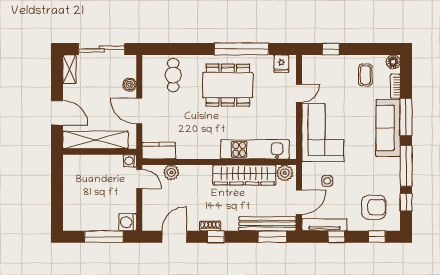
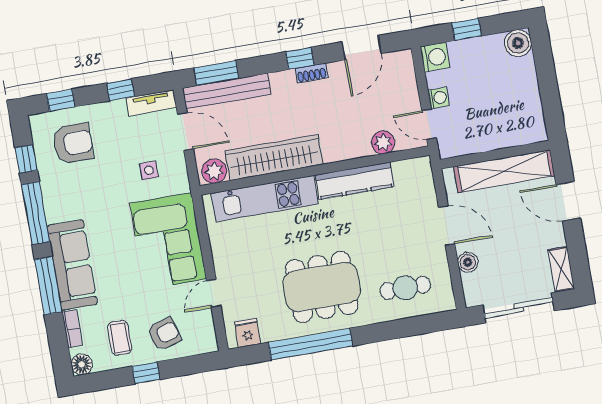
window: (331, 49) -> (146, 373), moved
armchair: (336, 72) -> (164, 334), added
cafe table: (173, 75) -> (405, 288), turned 90
kitchen counter: (159, 151) -> (355, 181), moved, width x1.50
washing machine: (130, 161) -> (439, 98), moved
door: (299, 202) -> (185, 131), swing flipped
armchair: (374, 207) -> (73, 143), turned 180
boiler: (72, 222) -> (518, 43), added
tv unit: (325, 225) -> (151, 103), width x0.71
window: (104, 237) -> (467, 29), width x0.46

